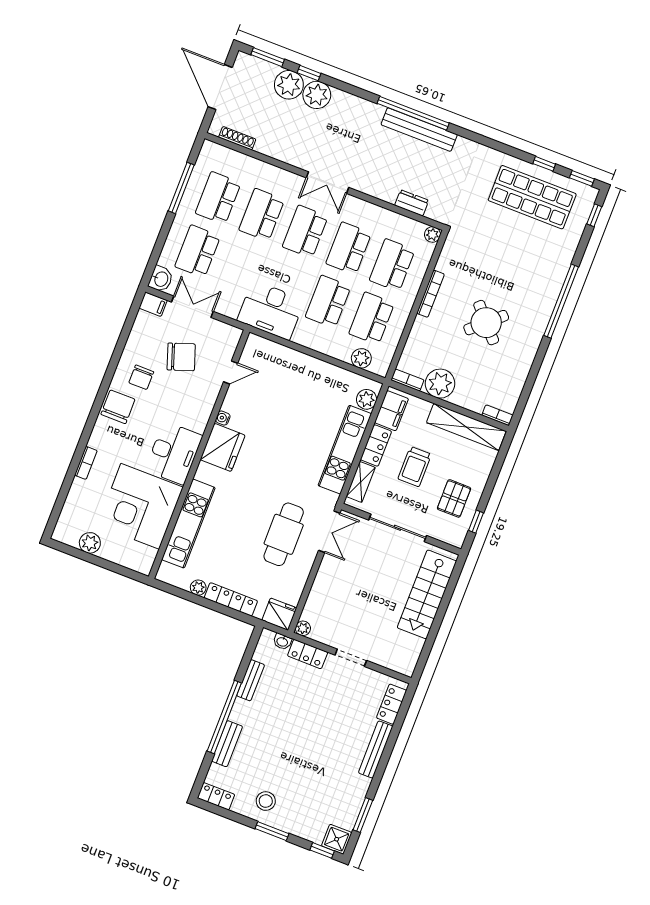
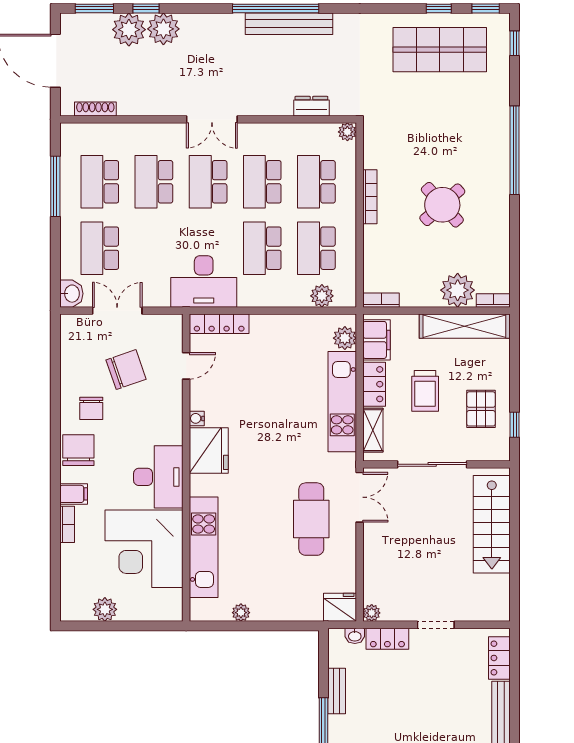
filing cabinet: (153, 304) -> (74, 494), moved
plant: (440, 384) -> (458, 290), moved
locker: (231, 599) -> (219, 324), moved, turned 180

